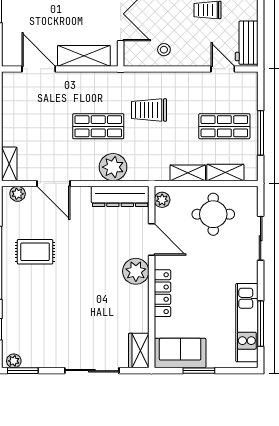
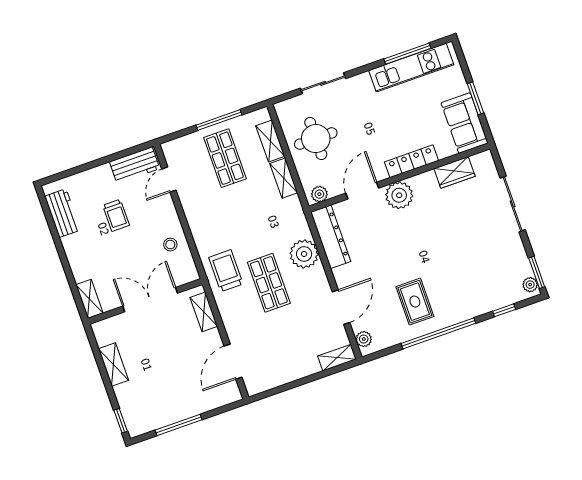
shelving: (84, 56) -> (204, 312), width x0.67, depth x0.75
trolley: (149, 110) -> (226, 271), moved, turned 180
wardrobe: (139, 351) -> (455, 172), moved

